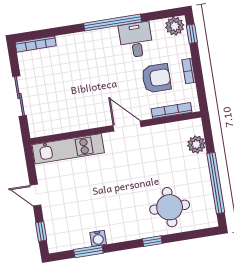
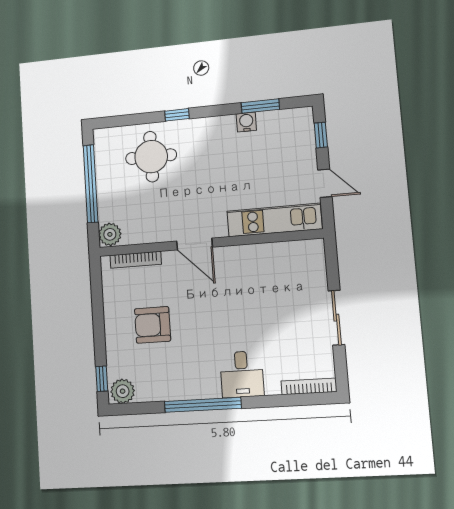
desk: (136, 40) -> (242, 374), moved
bookcase: (189, 71) -> (110, 330), removed
bookcase: (172, 111) -> (136, 260), moved
door: (127, 126) -> (195, 244), moved
wall: (116, 128) -> (209, 243), moved
kitchen unit: (68, 149) -> (274, 220), moved

